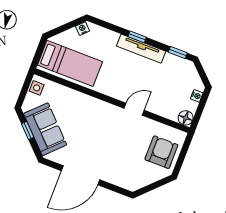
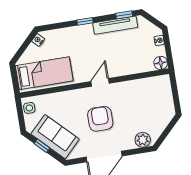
tv unit: (141, 49) -> (115, 25), moved
door: (134, 109) -> (100, 82), moved
armchair: (161, 152) -> (100, 119), moved
plant: (126, 181) -> (143, 140), added

